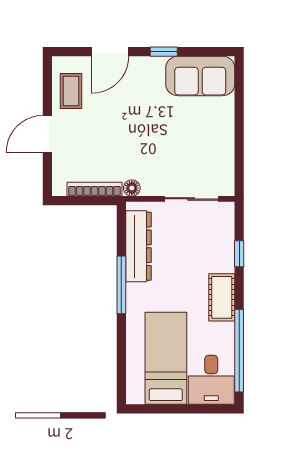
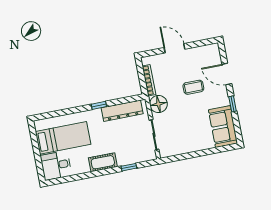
coffee table: (71, 91) -> (193, 87), moved
floor lamp: (132, 188) -> (158, 104), width x1.89, depth x1.89
window: (121, 285) -> (99, 105), width x0.46
window: (239, 351) -> (75, 178), removed

